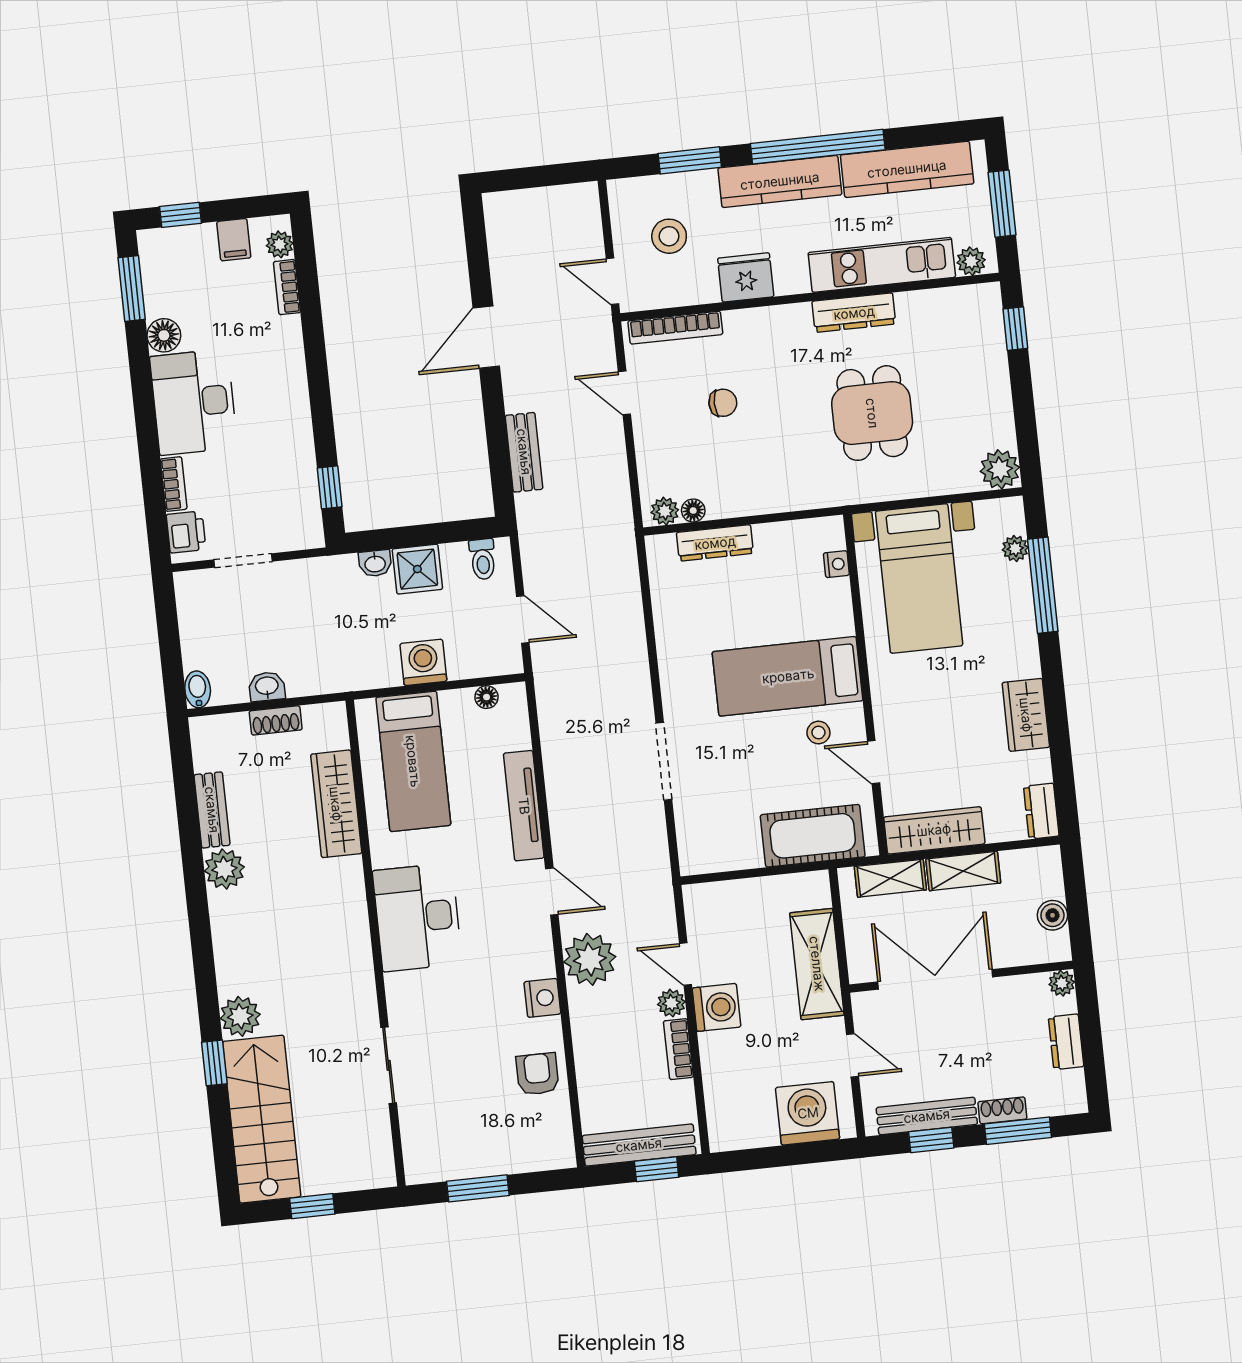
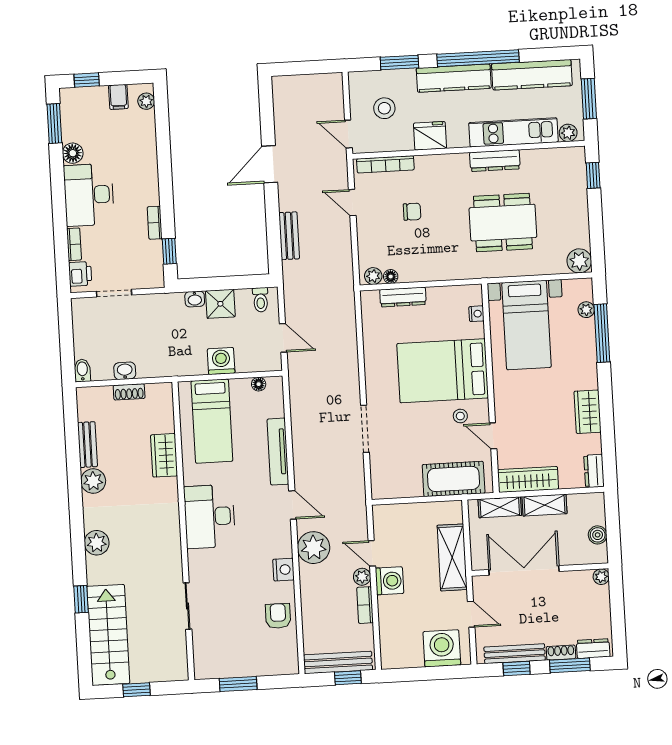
bookcase: (287, 287) -> (155, 223), moved
dining table: (872, 413) -> (503, 223), width x1.38
bed: (788, 676) -> (443, 371), width x1.50
wardrobe: (336, 804) -> (164, 455), width x0.67
plant: (240, 1016) -> (97, 543), moved
dresser: (1066, 1042) -> (593, 649), moved, turned 90

